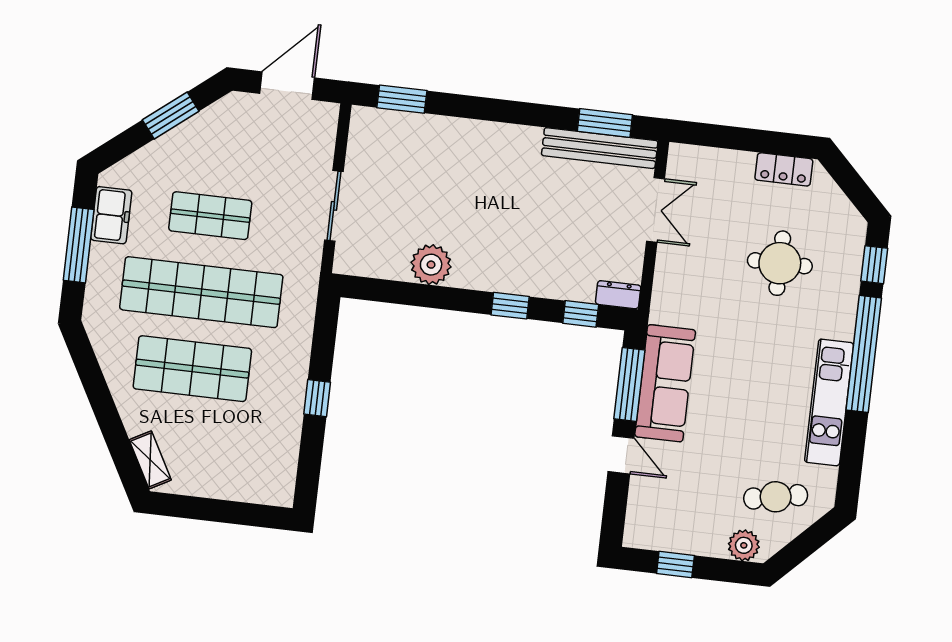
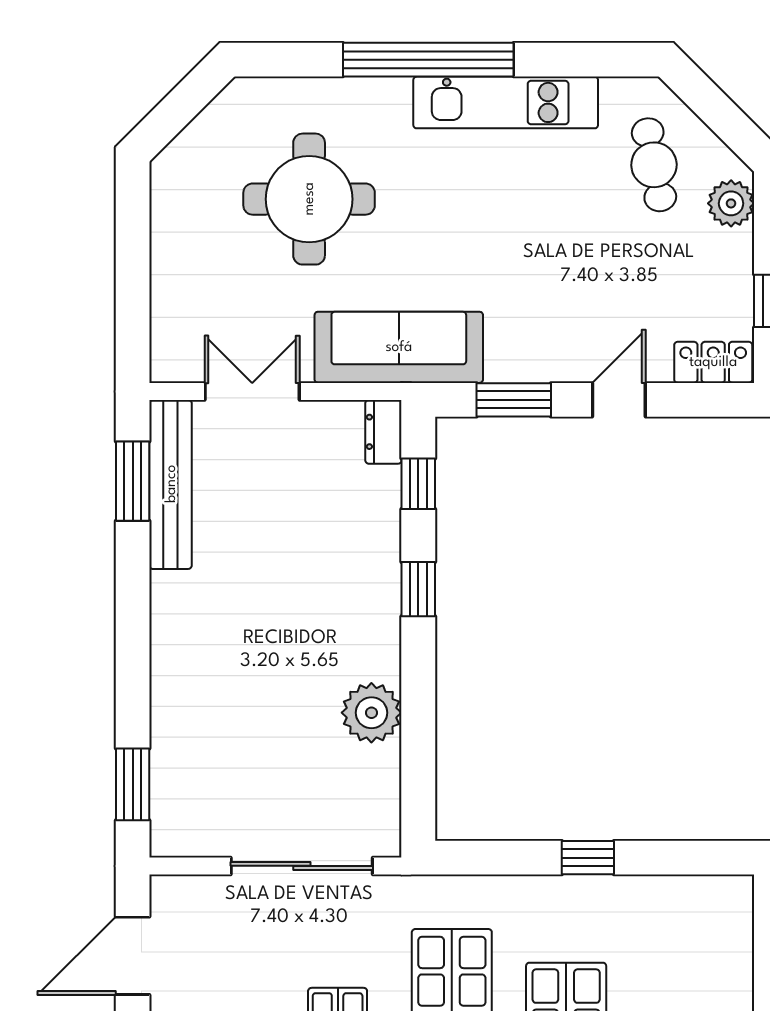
door: (287, 86) -> (133, 956), hinge flipped
locker: (784, 169) -> (713, 362), moved, turned -90
sliding door: (334, 206) -> (302, 866), width x1.37
round table: (780, 263) -> (309, 199), width x1.36, depth x1.36
window: (874, 265) -> (295, 60), removed
sofa: (665, 383) -> (399, 347), moved
window: (629, 384) -> (514, 400), width x0.69

